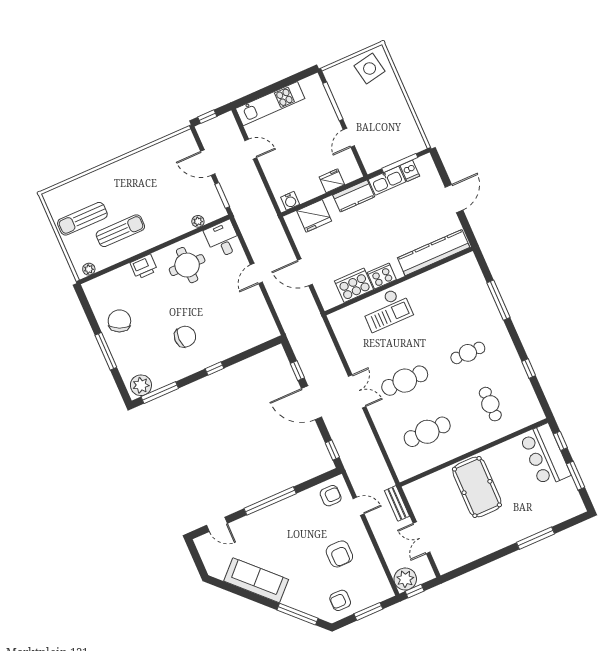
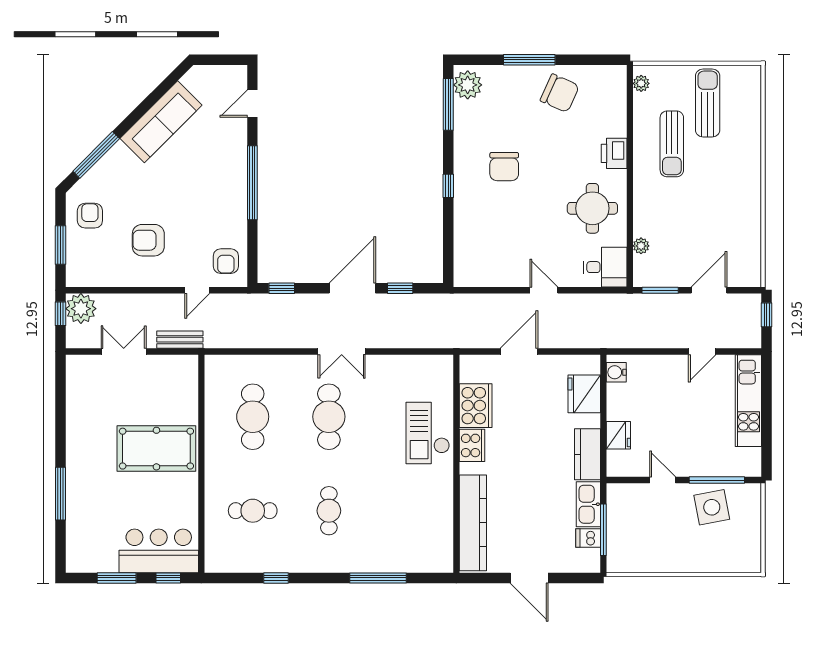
side table: (370, 68) -> (712, 507), moved

